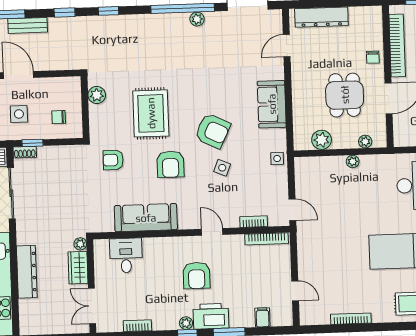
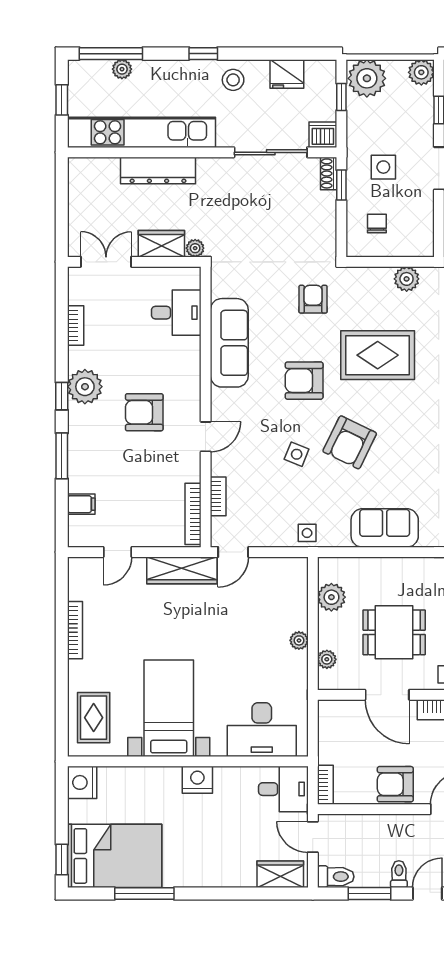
wardrobe: (306, 245) -> (182, 570), added
printer: (211, 316) -> (86, 431), removed
plant: (186, 323) -> (85, 387), width x1.88, depth x1.88

